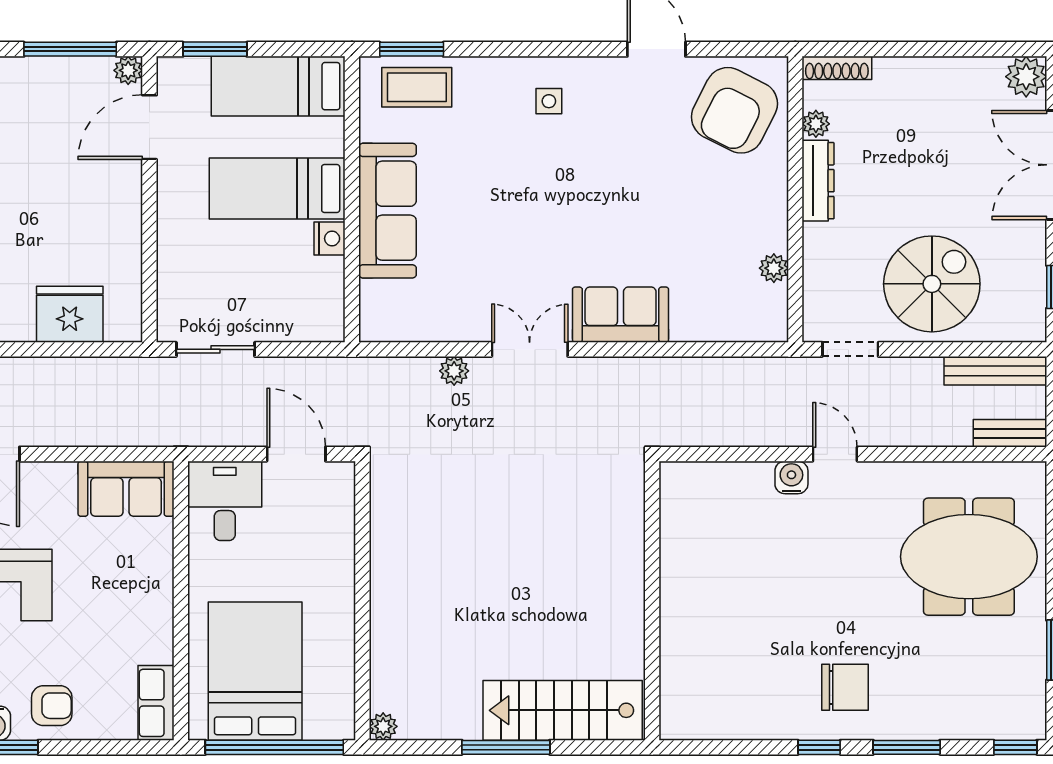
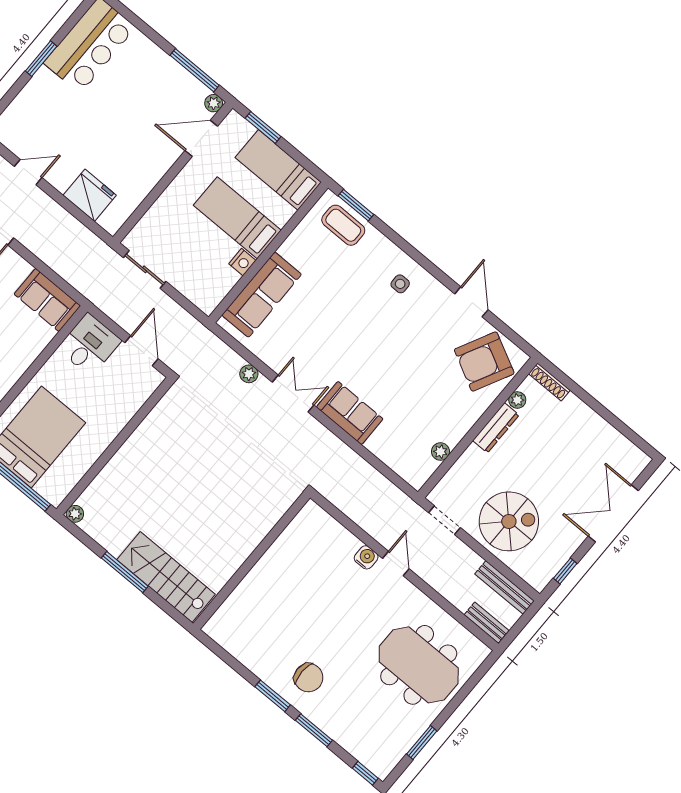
plant: (1026, 77) -> (635, 461), removed
sofa: (388, 211) -> (262, 295), moved
window: (819, 747) -> (273, 696), width x1.50

